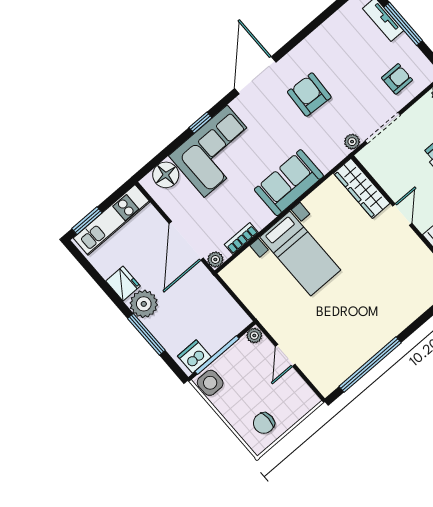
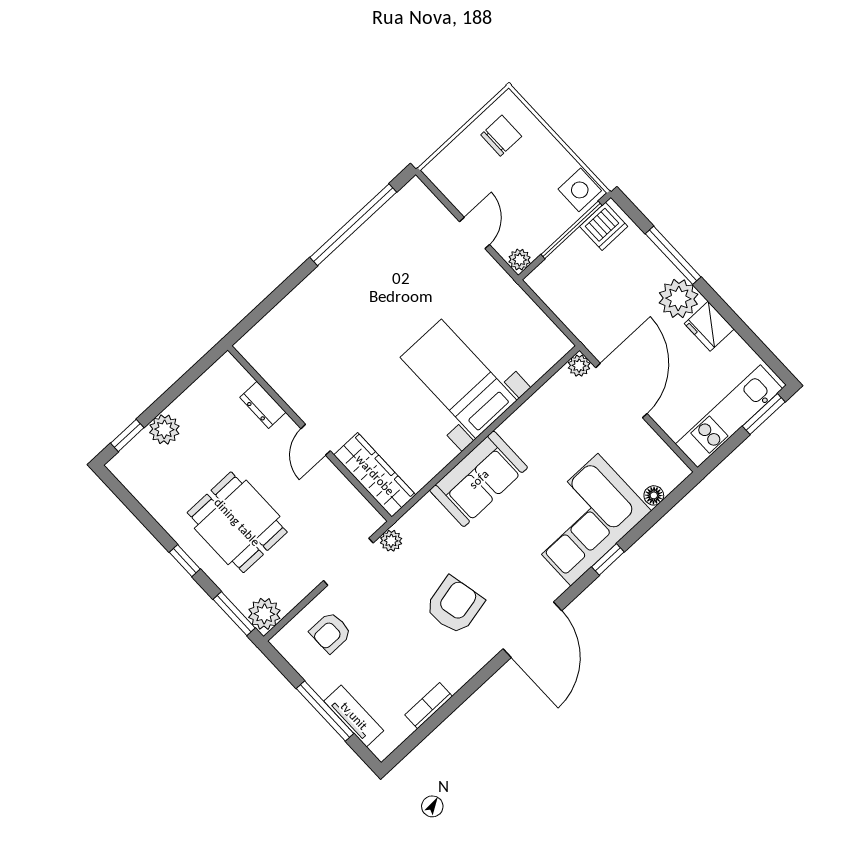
armchair: (309, 95) -> (455, 605), turned -105
floor lamp: (166, 175) -> (654, 495), width x0.53, depth x0.53
bookcase: (241, 238) -> (429, 706), moved, turned 180

